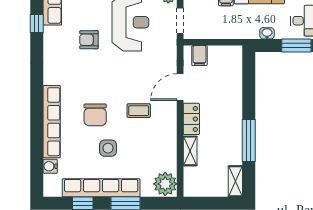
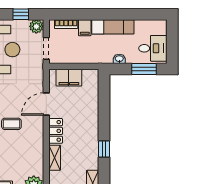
filing cabinet: (199, 56) -> (69, 78), width x2.00
window: (249, 141) -> (104, 149), width x0.46

